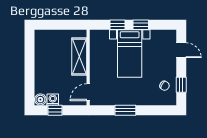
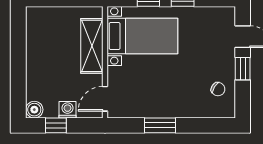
bed with nightstands: (130, 53) -> (142, 36), moved, turned -90
window: (181, 85) -> (243, 69), moved
washing machine: (53, 100) -> (67, 110), moved

